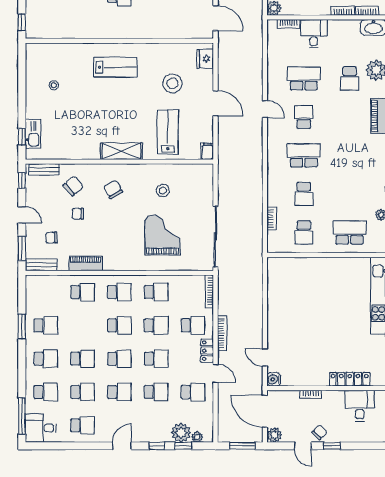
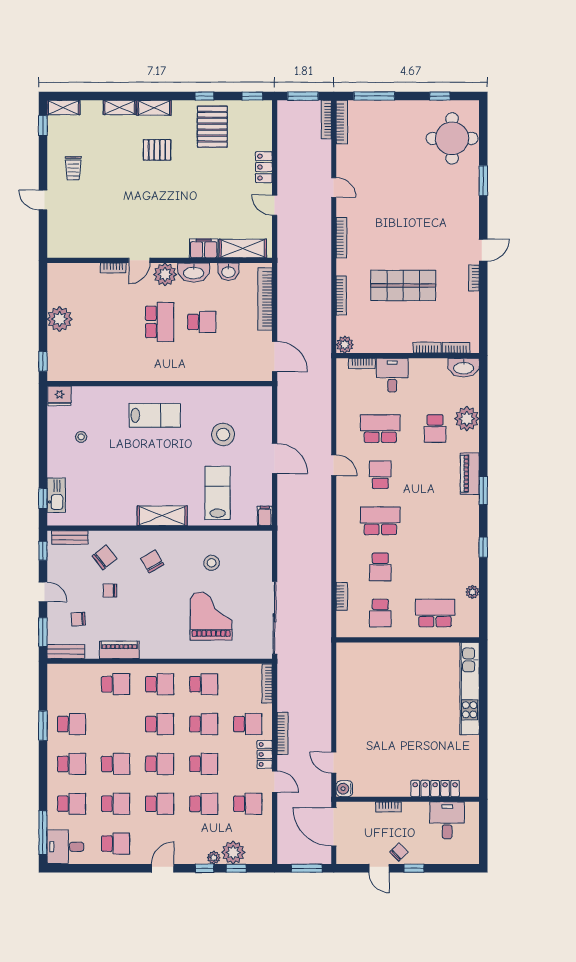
fridge: (205, 59) -> (59, 396), moved, turned -90
plant: (274, 435) -> (345, 855), removed
plant: (197, 437) -> (214, 858), moved

